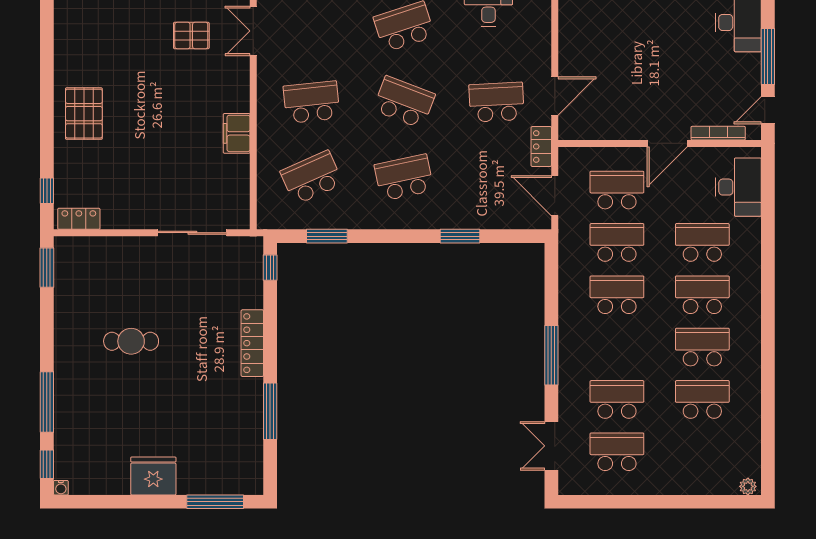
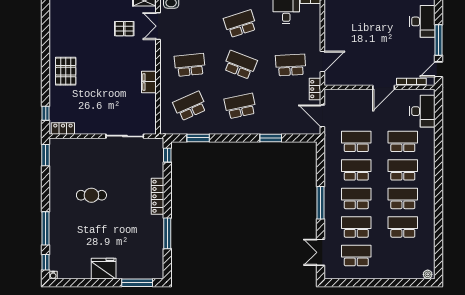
school desk: (617, 190) -> (356, 198), moved

